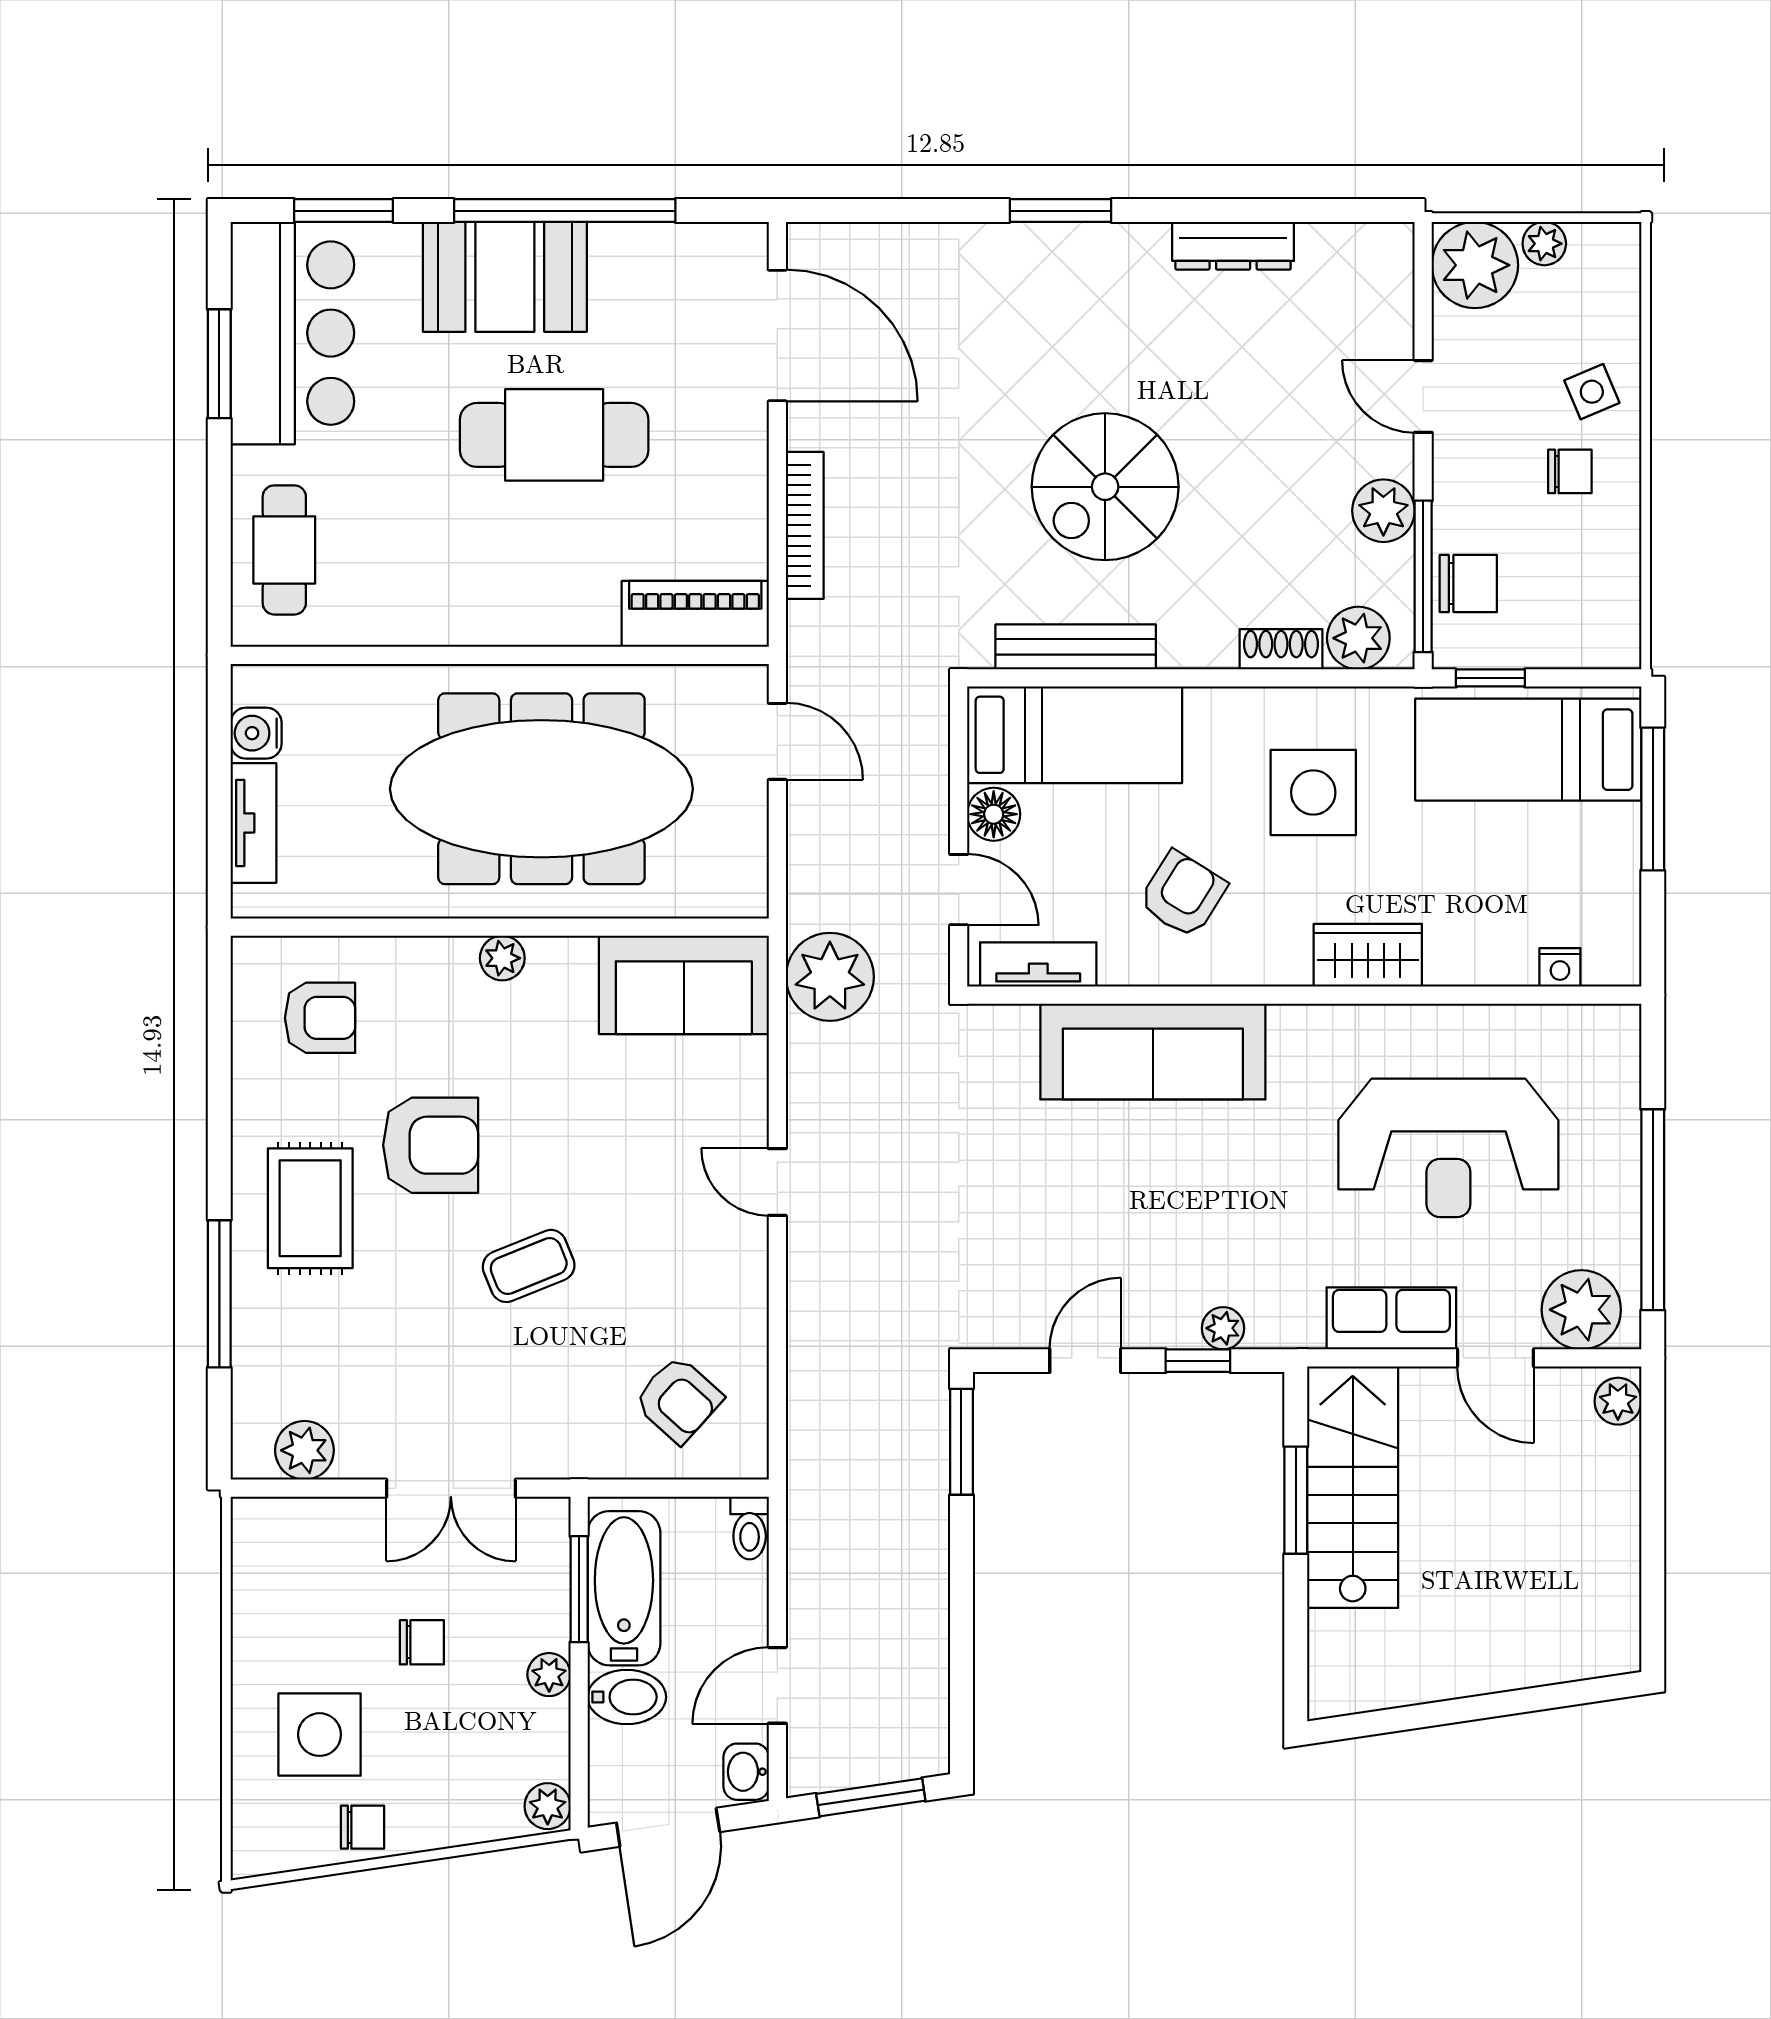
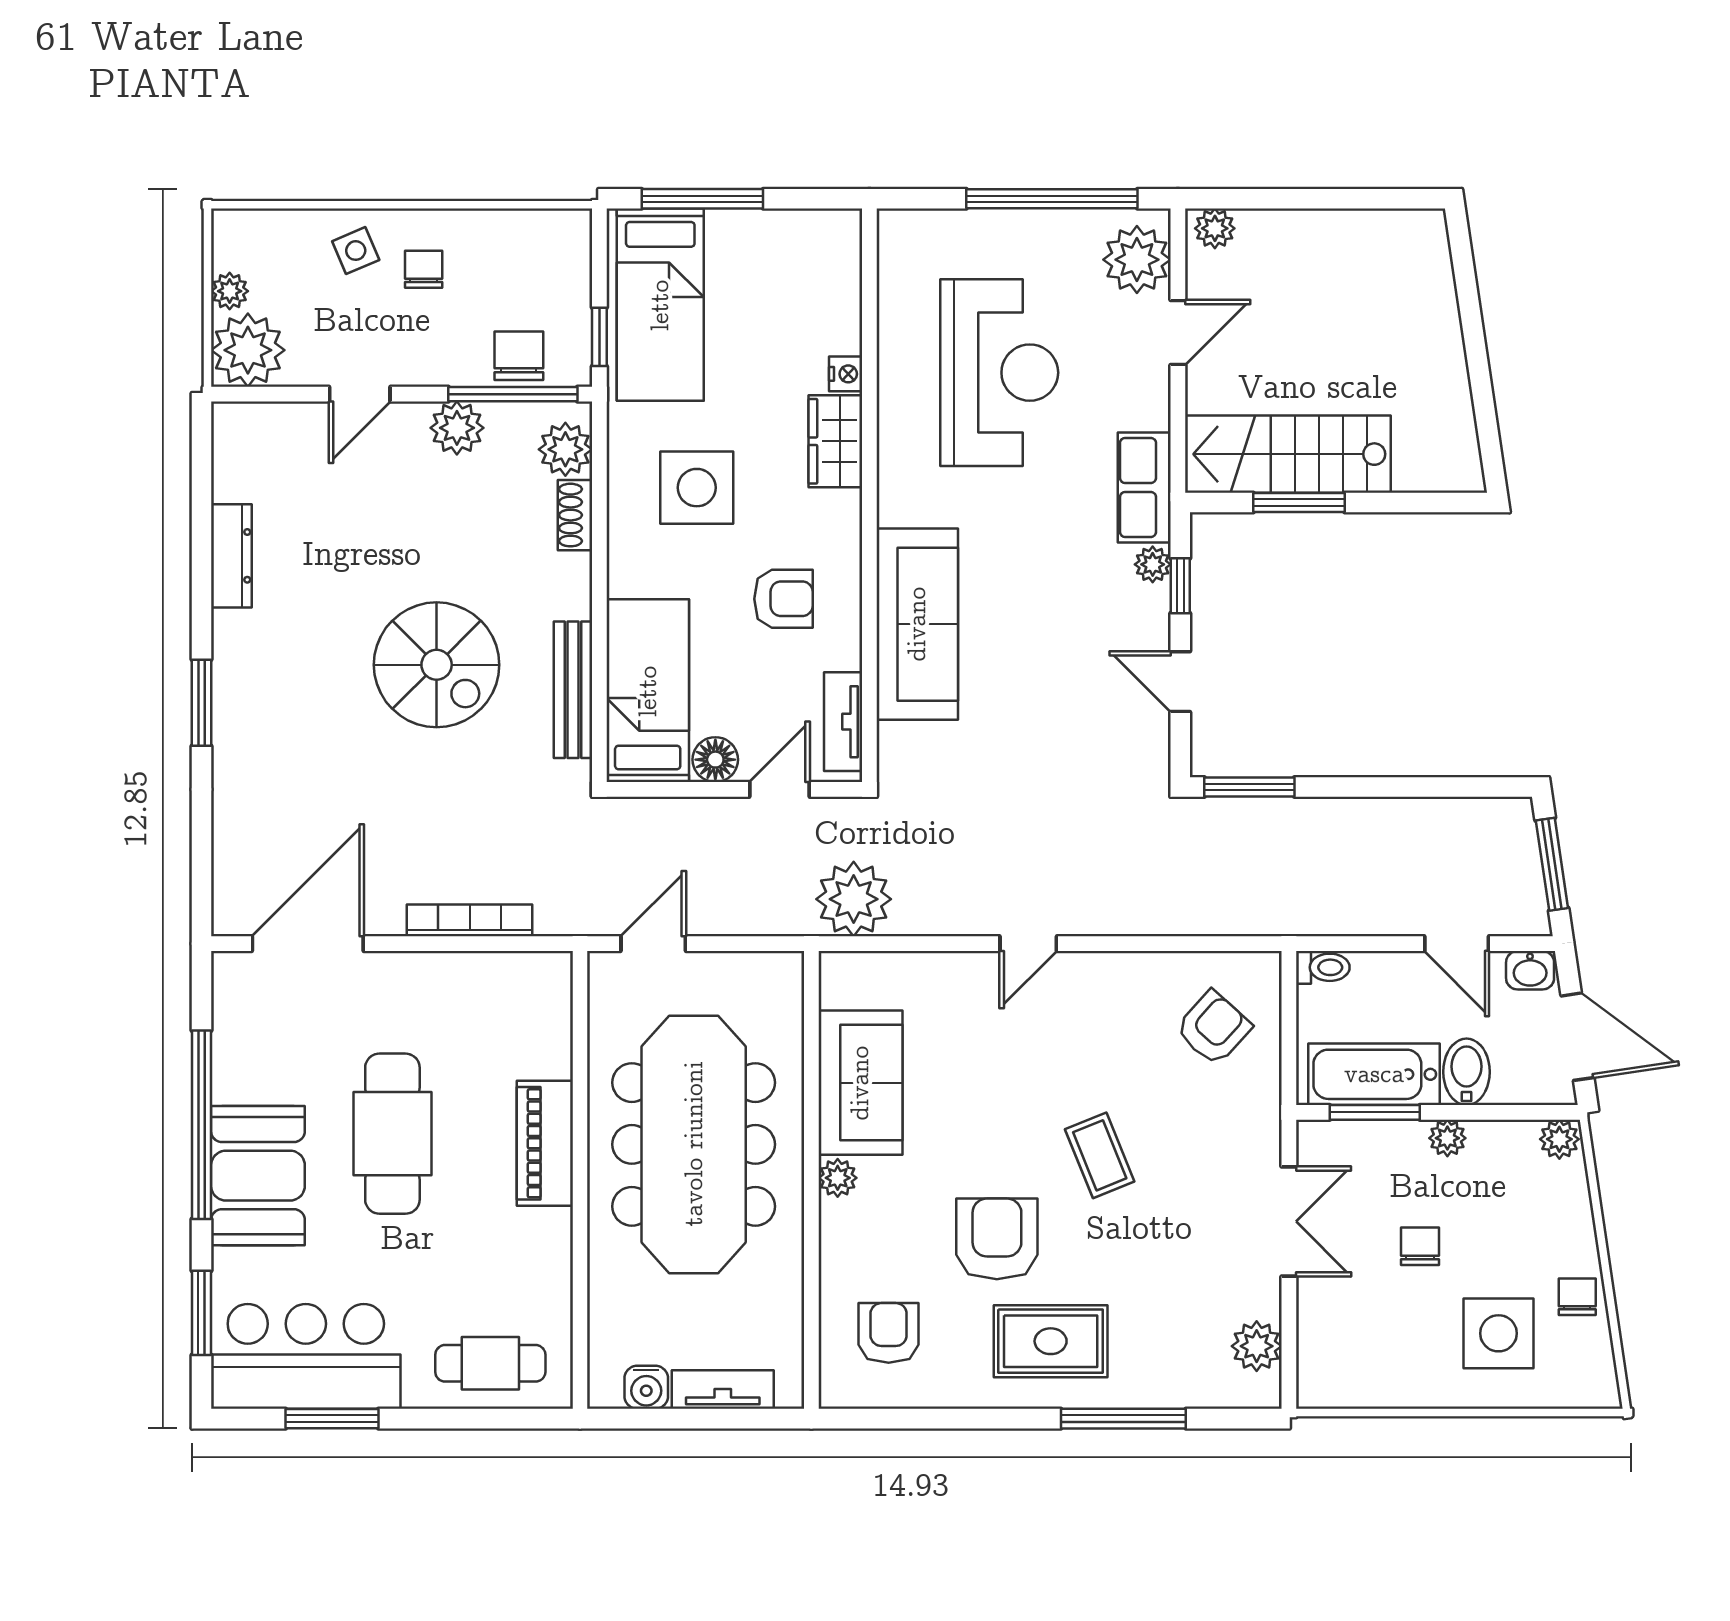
piano: (695, 614) -> (545, 1143), moved
armchair: (1183, 894) -> (783, 599), turned 148
nightstand: (1560, 967) -> (846, 374), moved
sofa: (684, 985) -> (860, 1083), moved
row of seats: (1391, 1318) -> (1144, 487), moved

